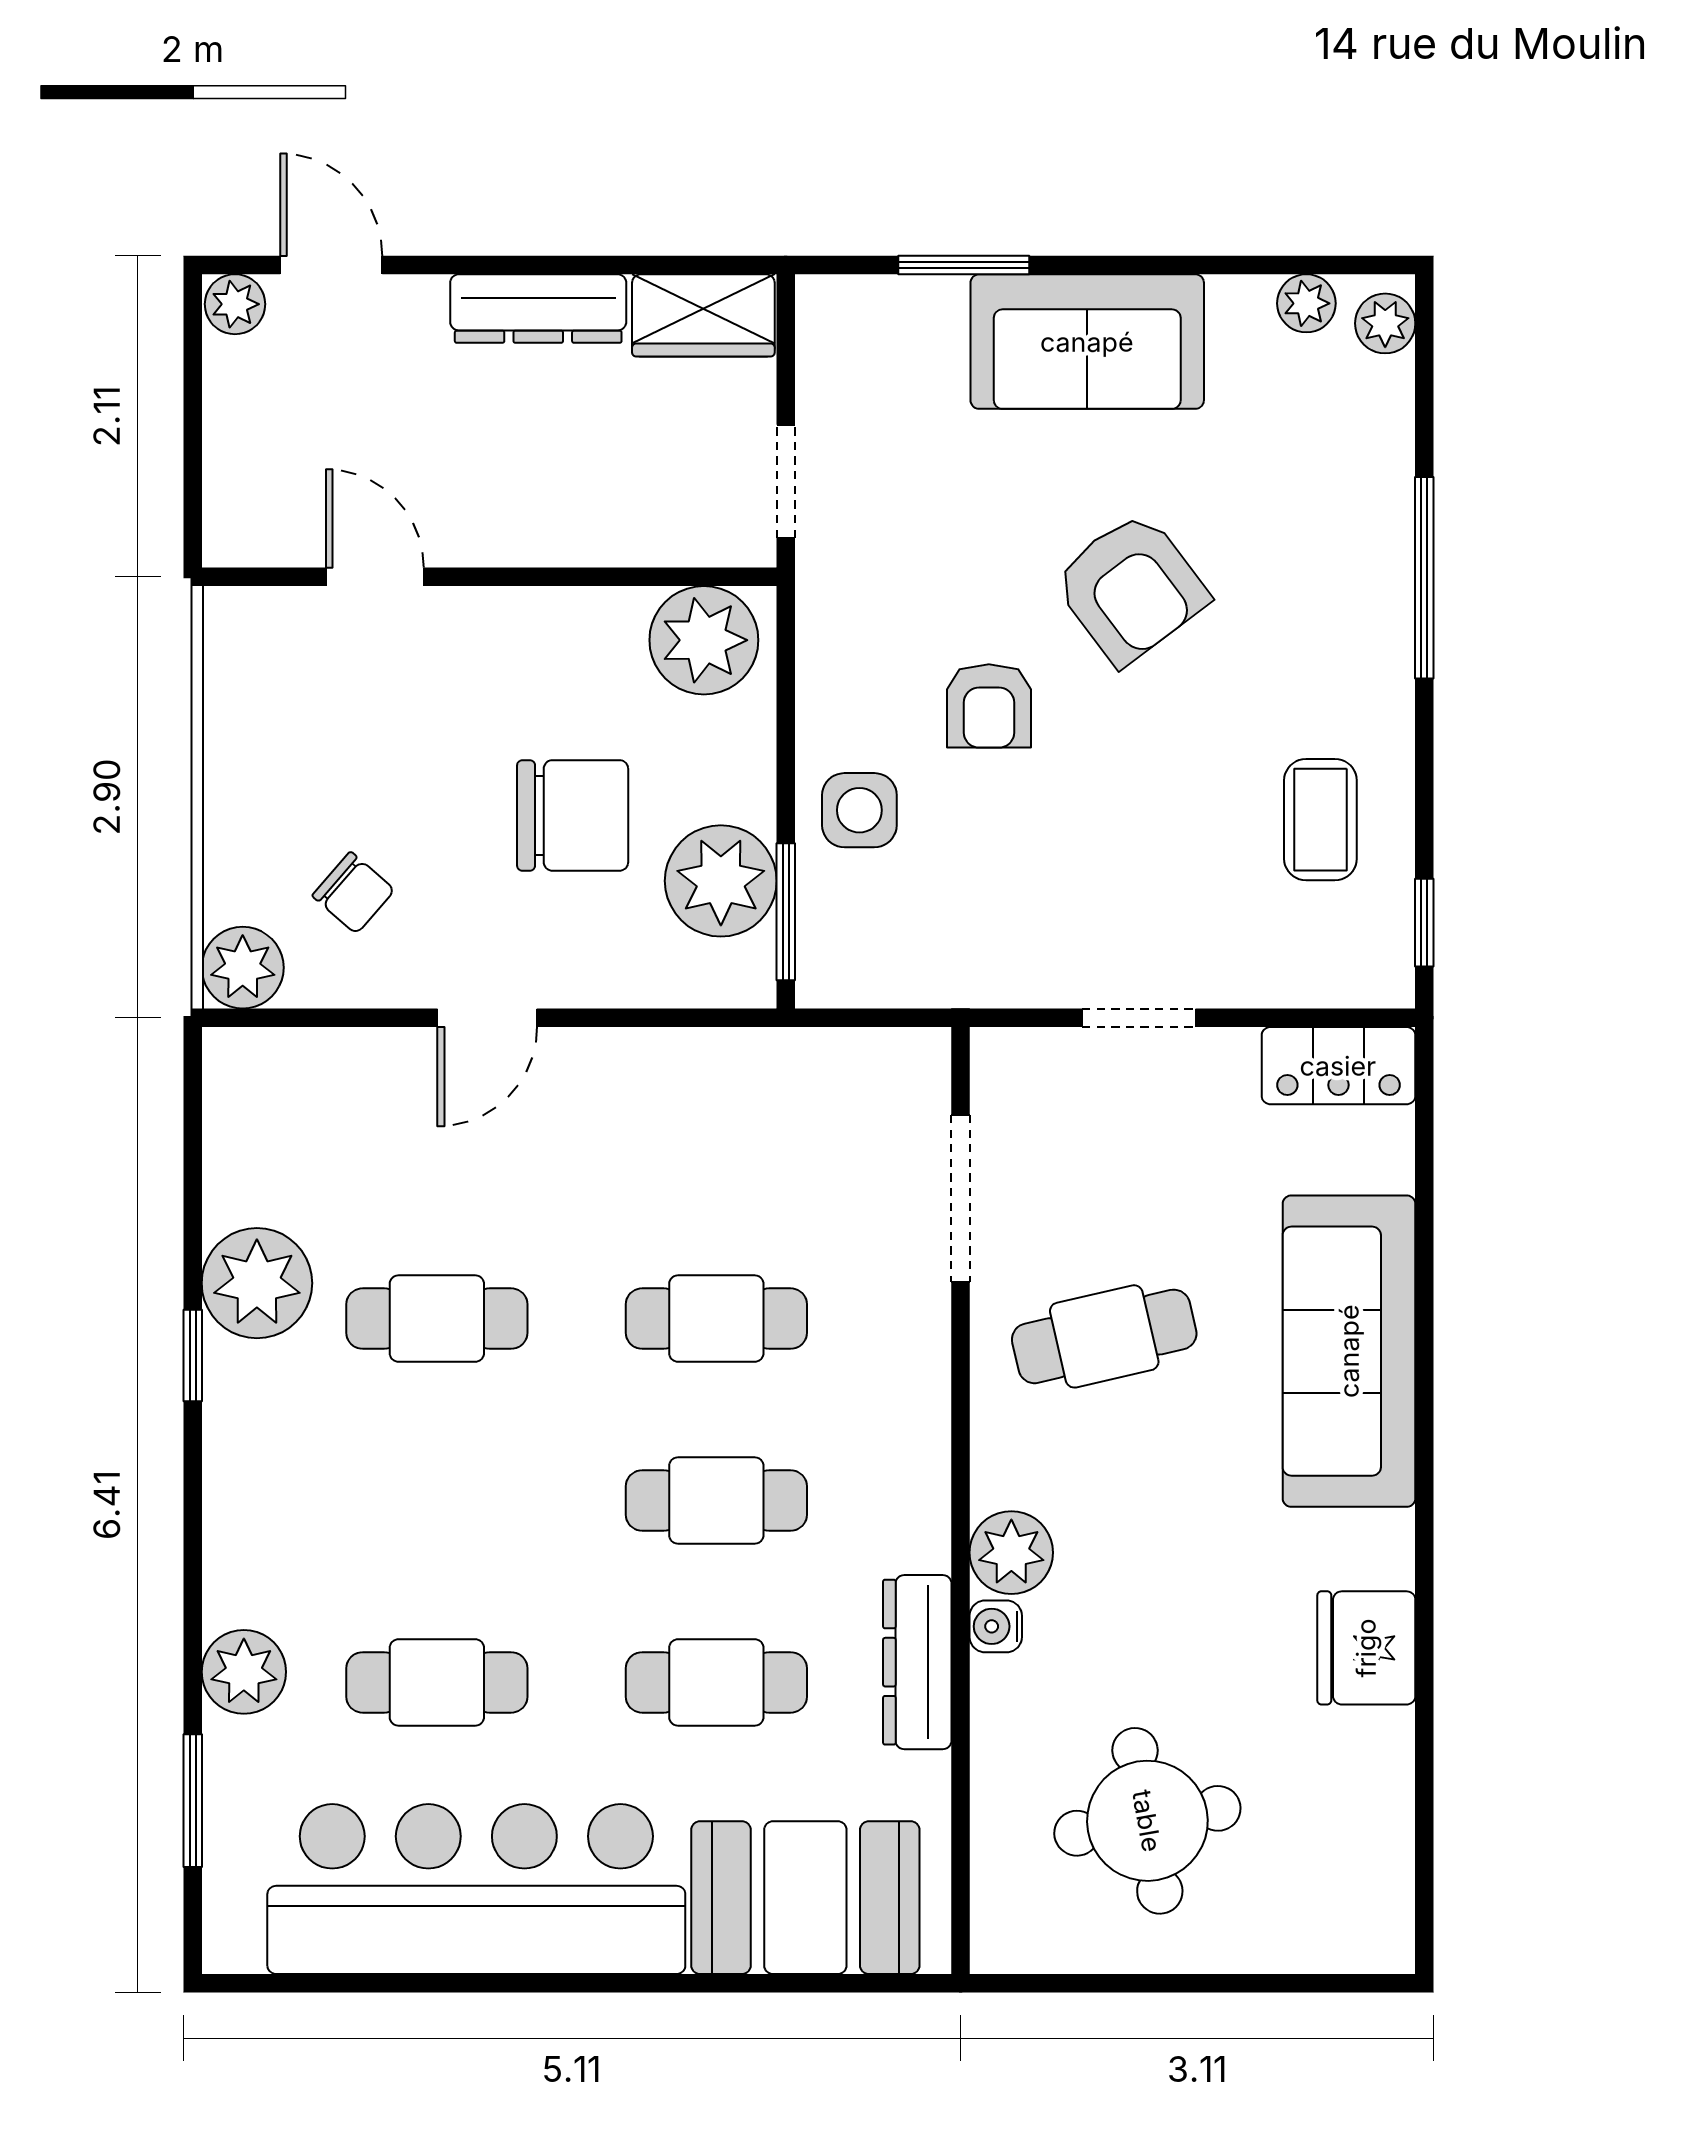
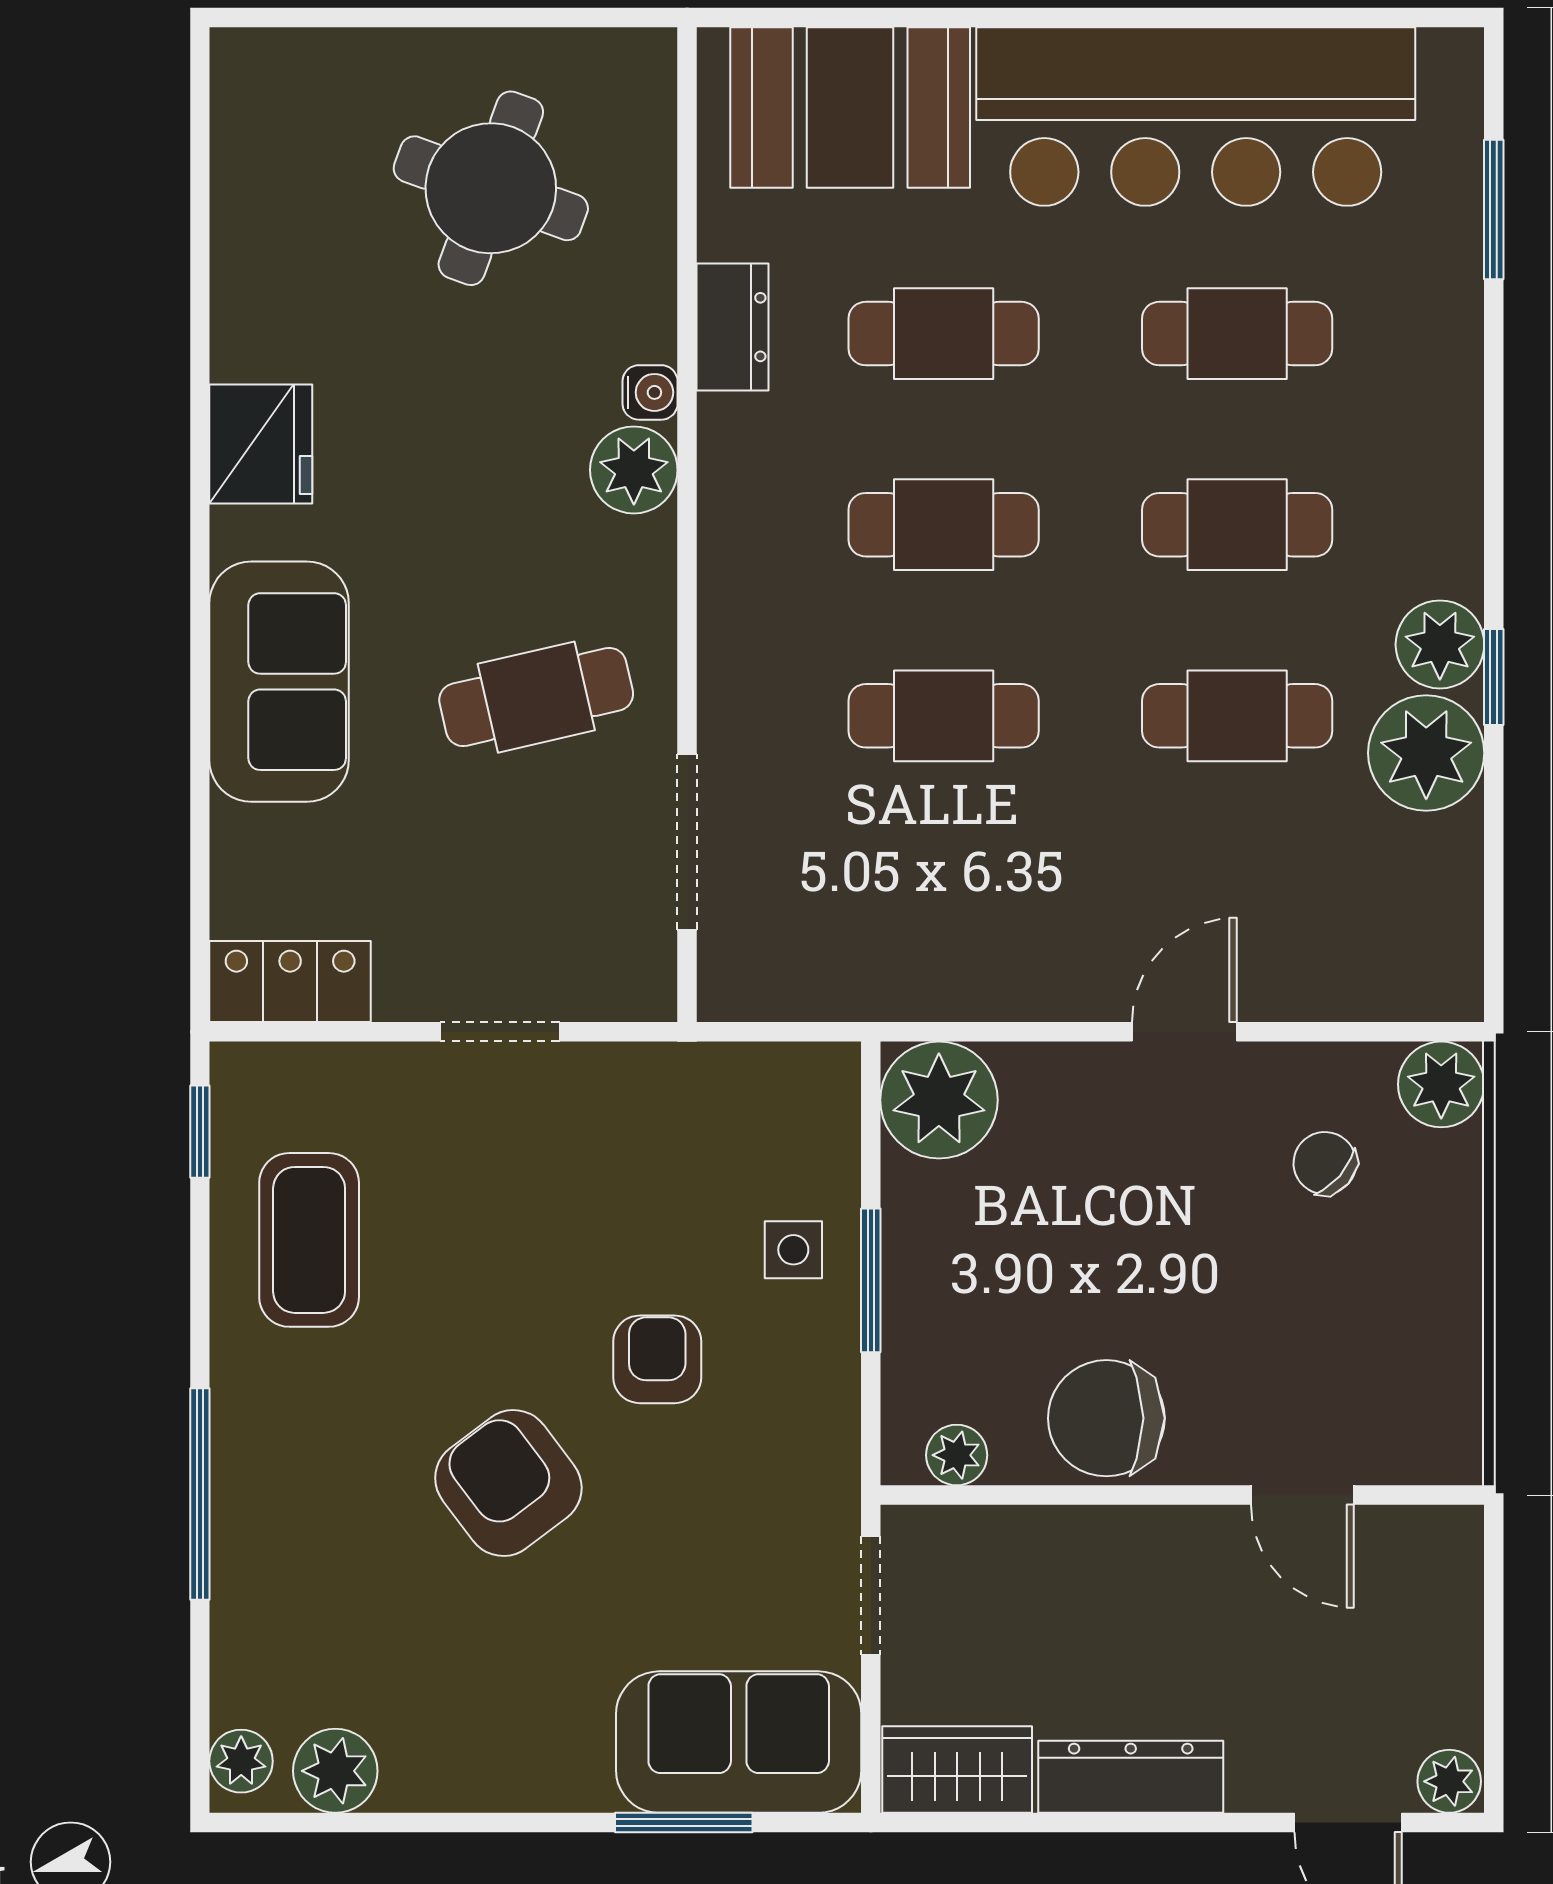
plant: (1306, 303) -> (335, 1771), width x1.38, depth x1.38
sofa: (1087, 342) -> (739, 1742), moved
plant: (704, 640) -> (957, 1455), width x0.53, depth x0.53
side table: (859, 810) -> (793, 1250), width x0.73, depth x0.73
chair: (573, 815) -> (1106, 1418), moved
coffee table: (1320, 820) -> (309, 1240), width x1.36, depth x1.30
plant: (721, 881) -> (939, 1100), moved
window: (786, 912) -> (871, 1280), moved
sofa: (1349, 1351) -> (279, 682), width x0.73
cafe table: (437, 1500) -> (1237, 525), added
fridge: (1366, 1648) -> (261, 444), moved
dresser: (917, 1662) -> (732, 327), width x0.70
plant: (244, 1672) -> (1440, 644), moved
round table: (1147, 1821) -> (491, 188), turned 30

